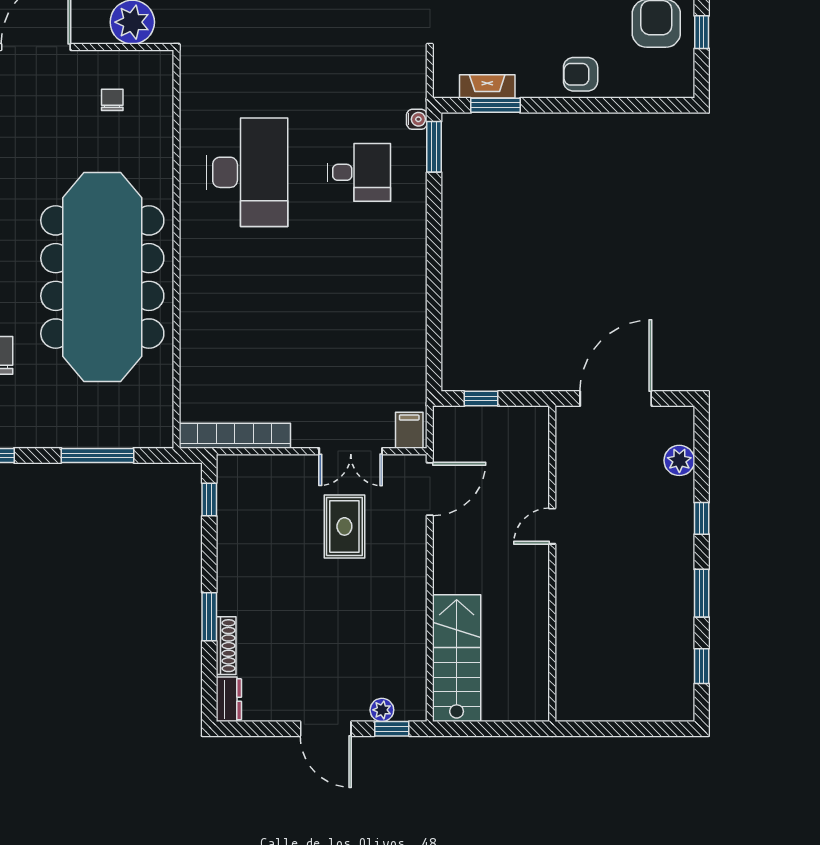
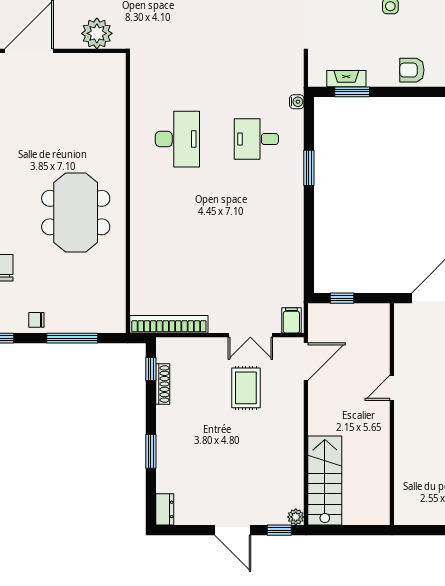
chair: (112, 100) -> (36, 320), moved, turned -90
window: (434, 147) -> (309, 168), moved
desk: (247, 172) -> (177, 139), width x0.73, depth x0.77
desk: (359, 172) -> (256, 139), turned 180
meeting table: (102, 277) -> (76, 213), width x0.54, depth x0.79
shoe rack: (226, 646) -> (163, 384), moved
plant: (382, 710) -> (296, 517), moved

